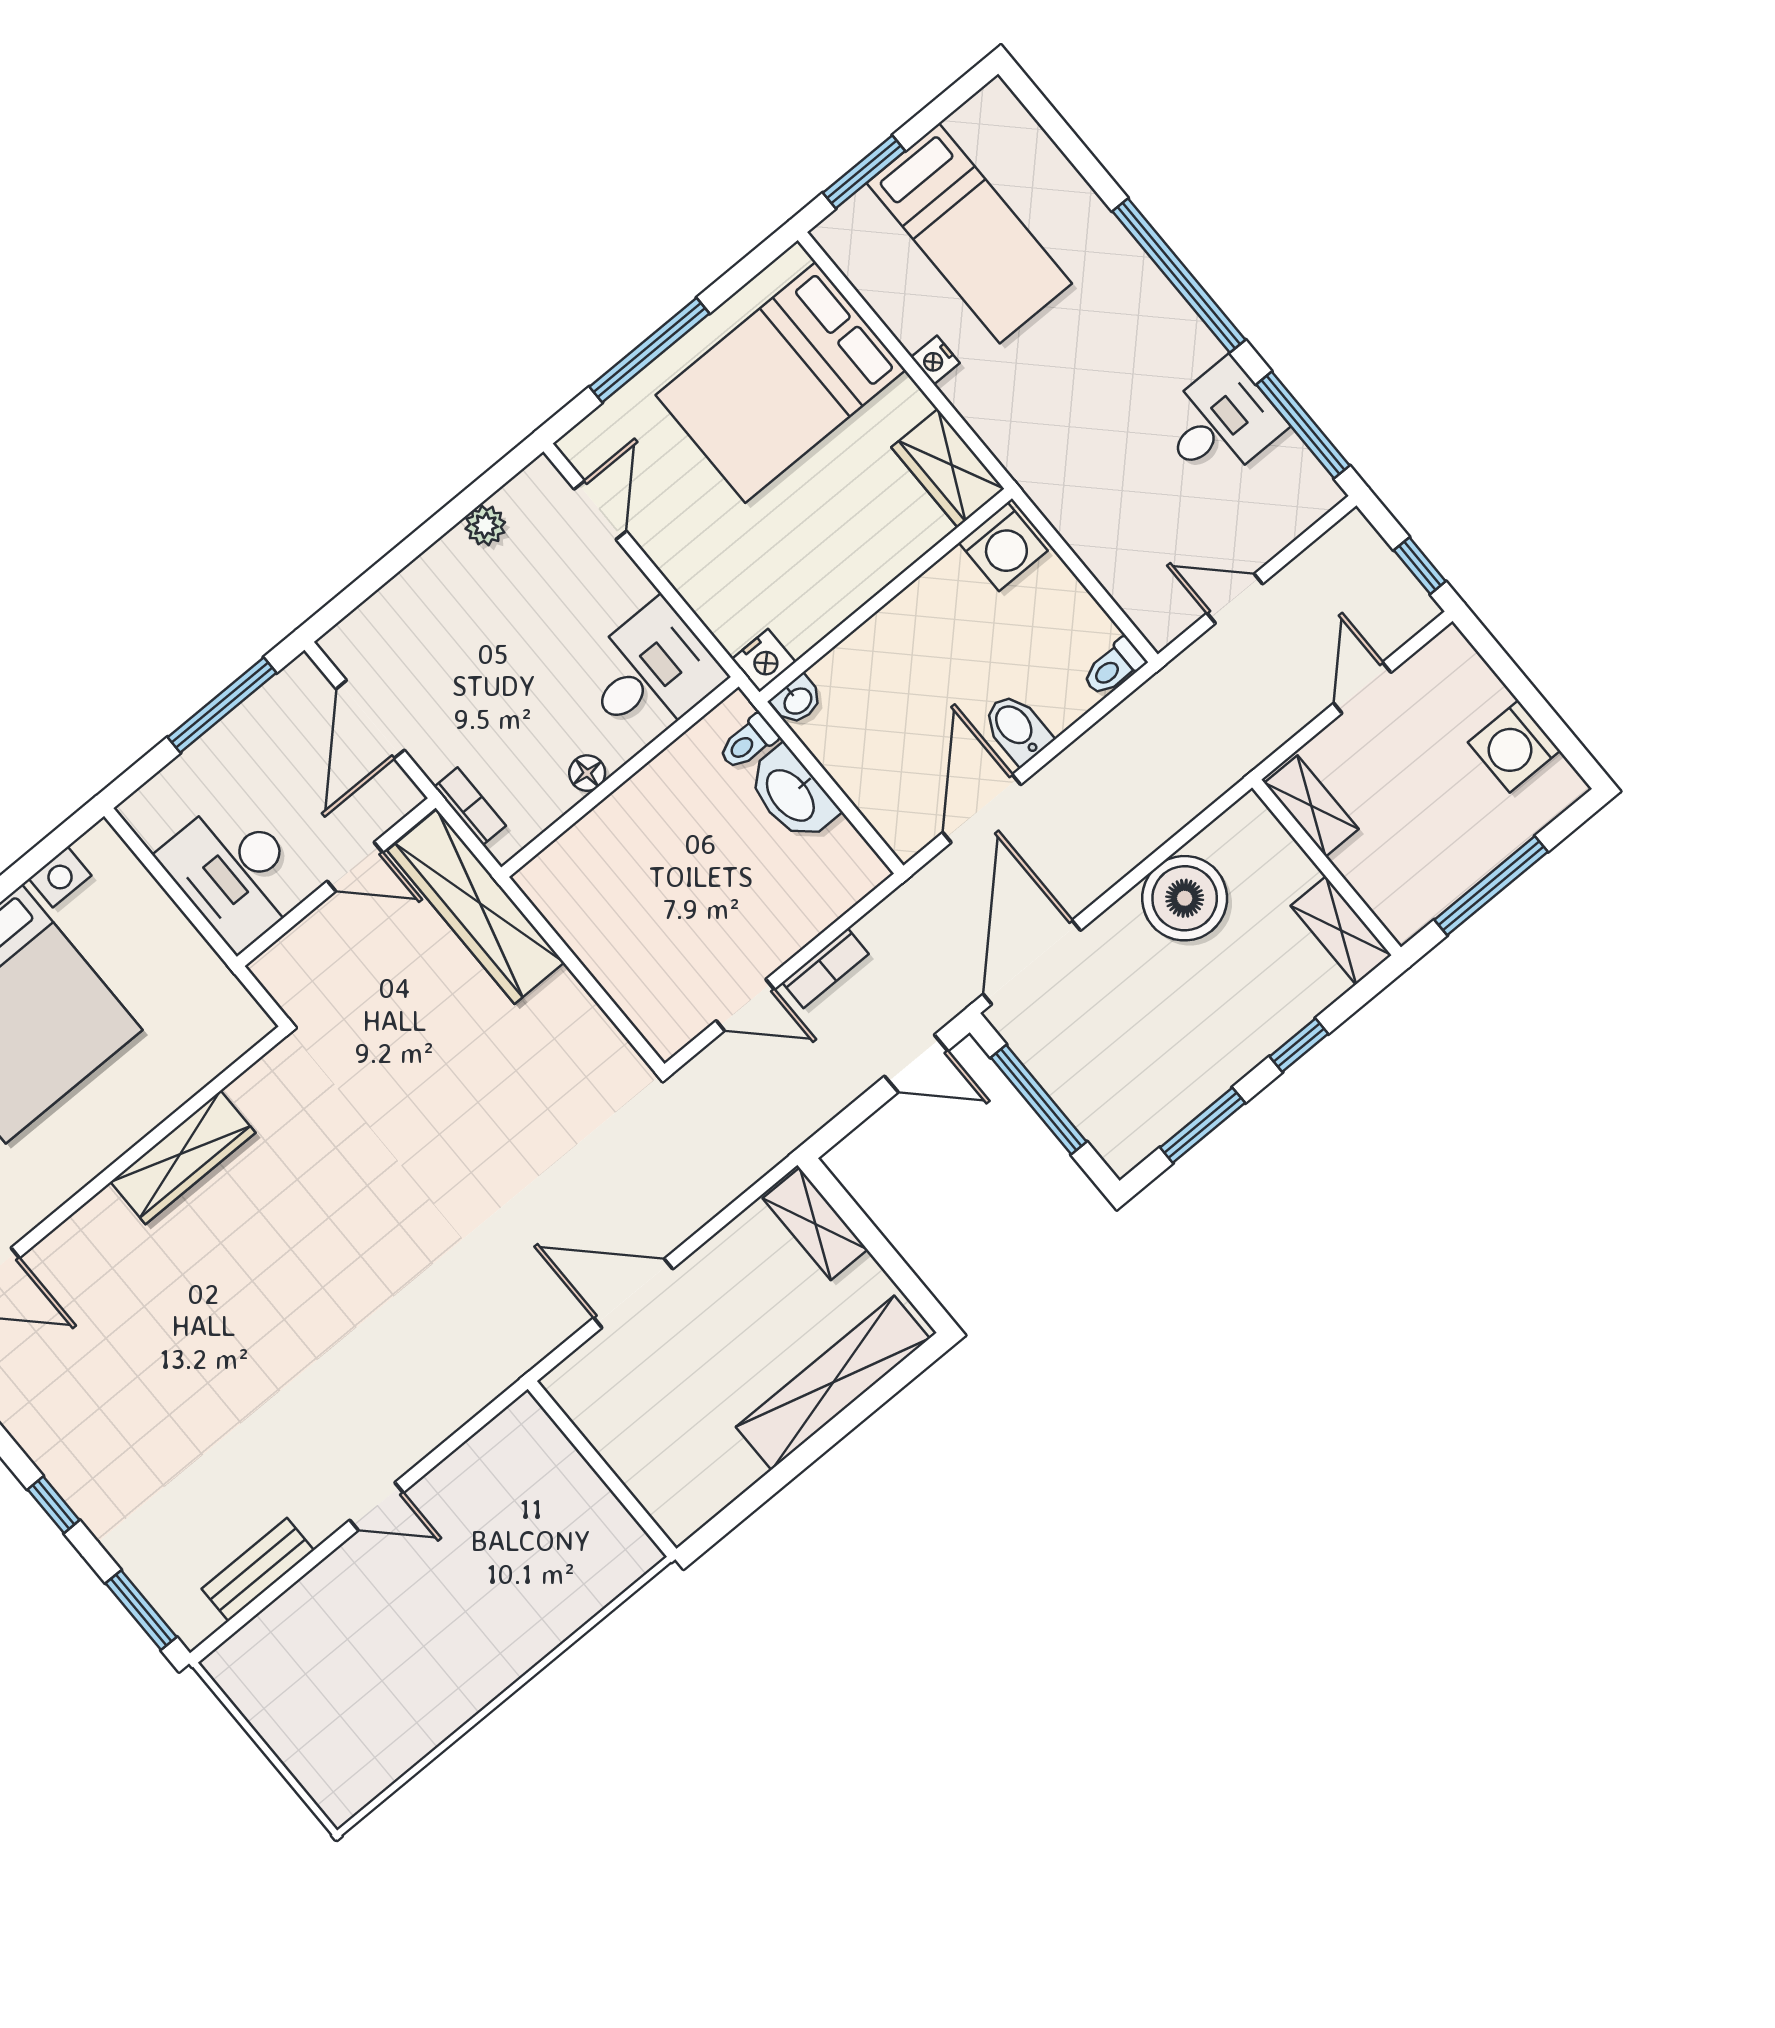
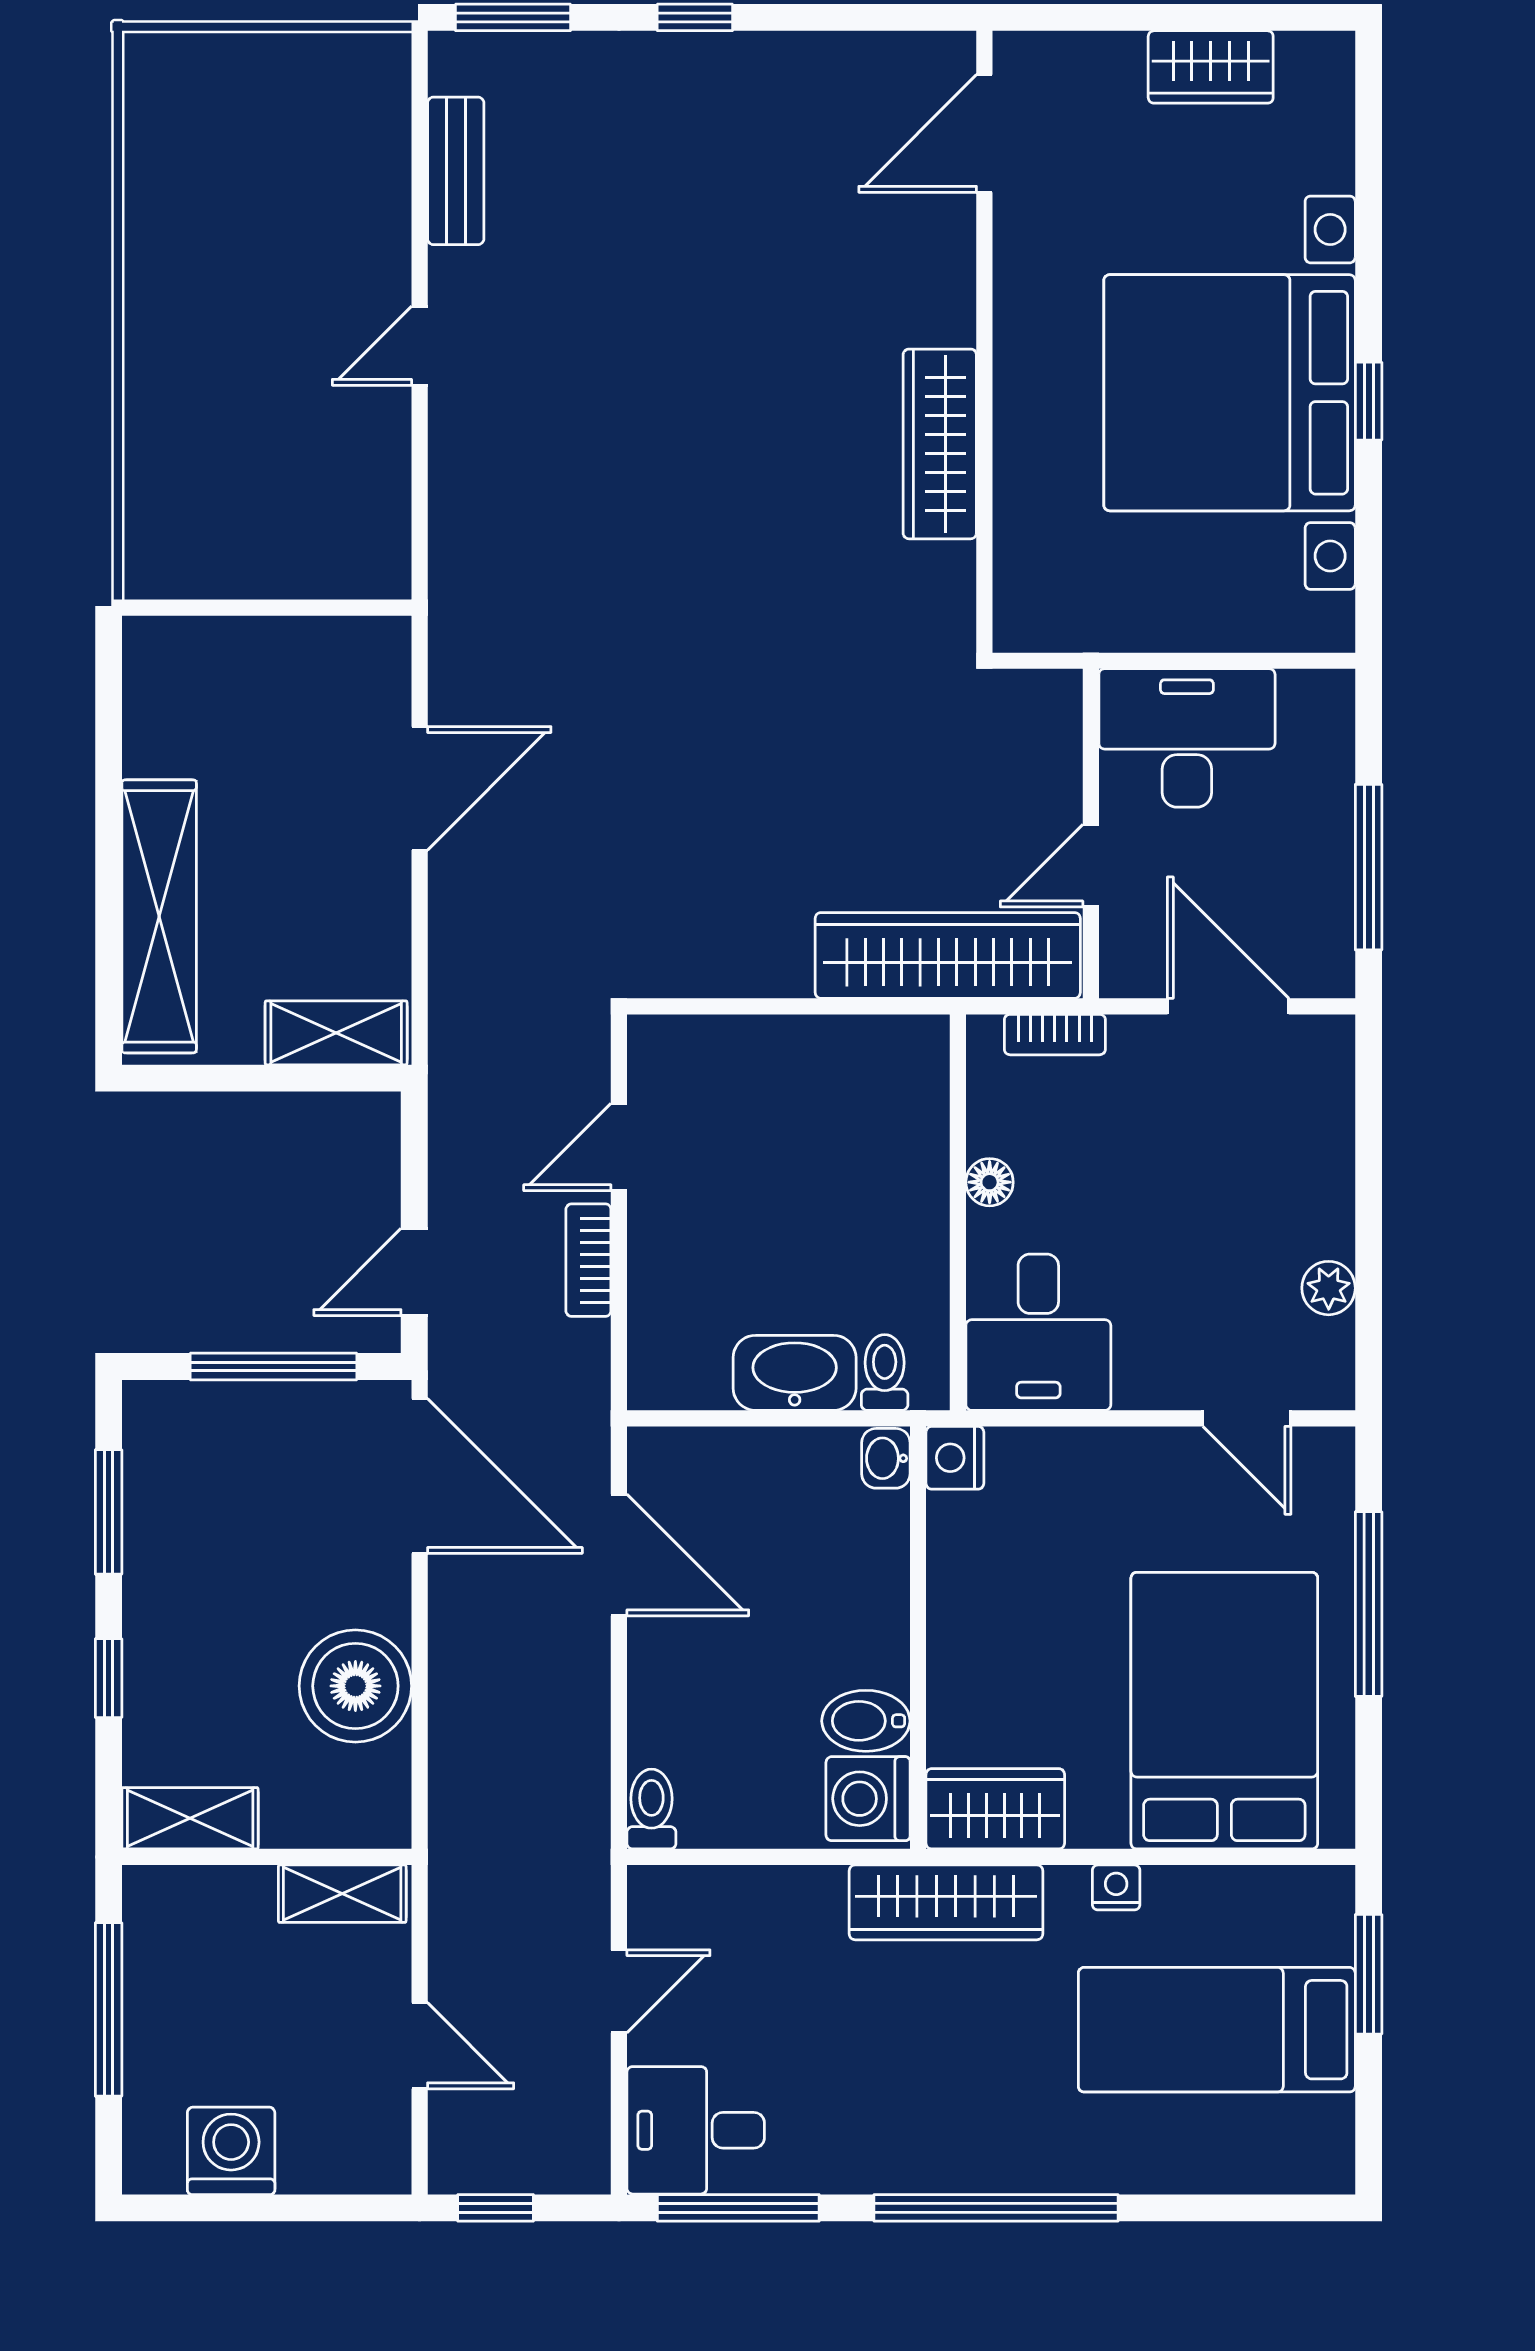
desk: (1221, 423) -> (696, 2130), moved, turned 90
wardrobe: (1026, 452) -> (946, 1902), added
bidet: (1017, 728) -> (866, 1721), moved, turned 180

